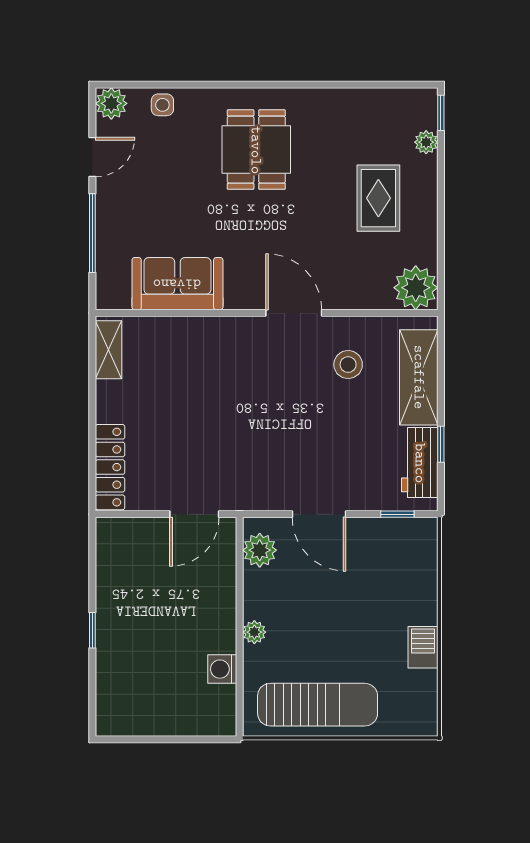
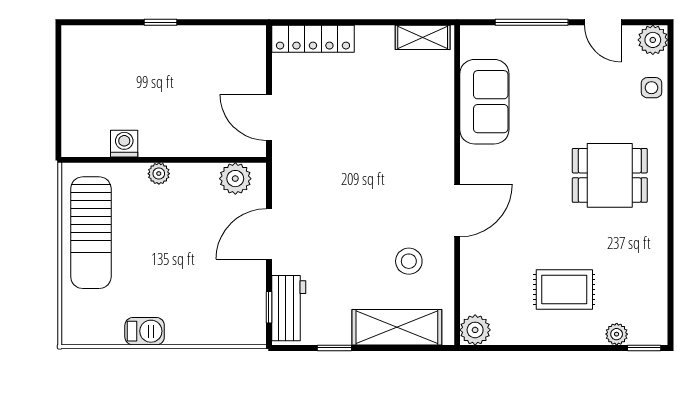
plant: (416, 288) -> (475, 330), width x0.73, depth x0.73
workbench: (420, 463) -> (289, 308), moved, turned 90

